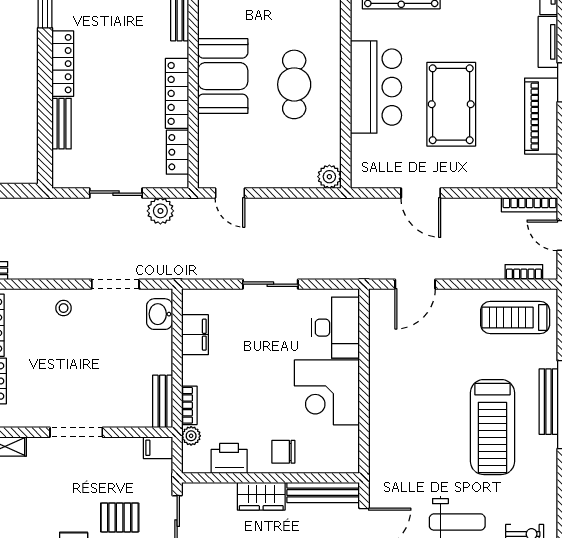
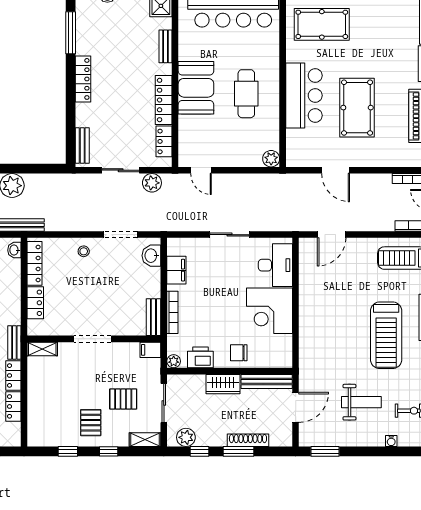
bench: (61, 124) -> (82, 145), moved
bookcase: (189, 405) -> (172, 312), width x1.56
plant: (191, 436) -> (174, 361), moved

